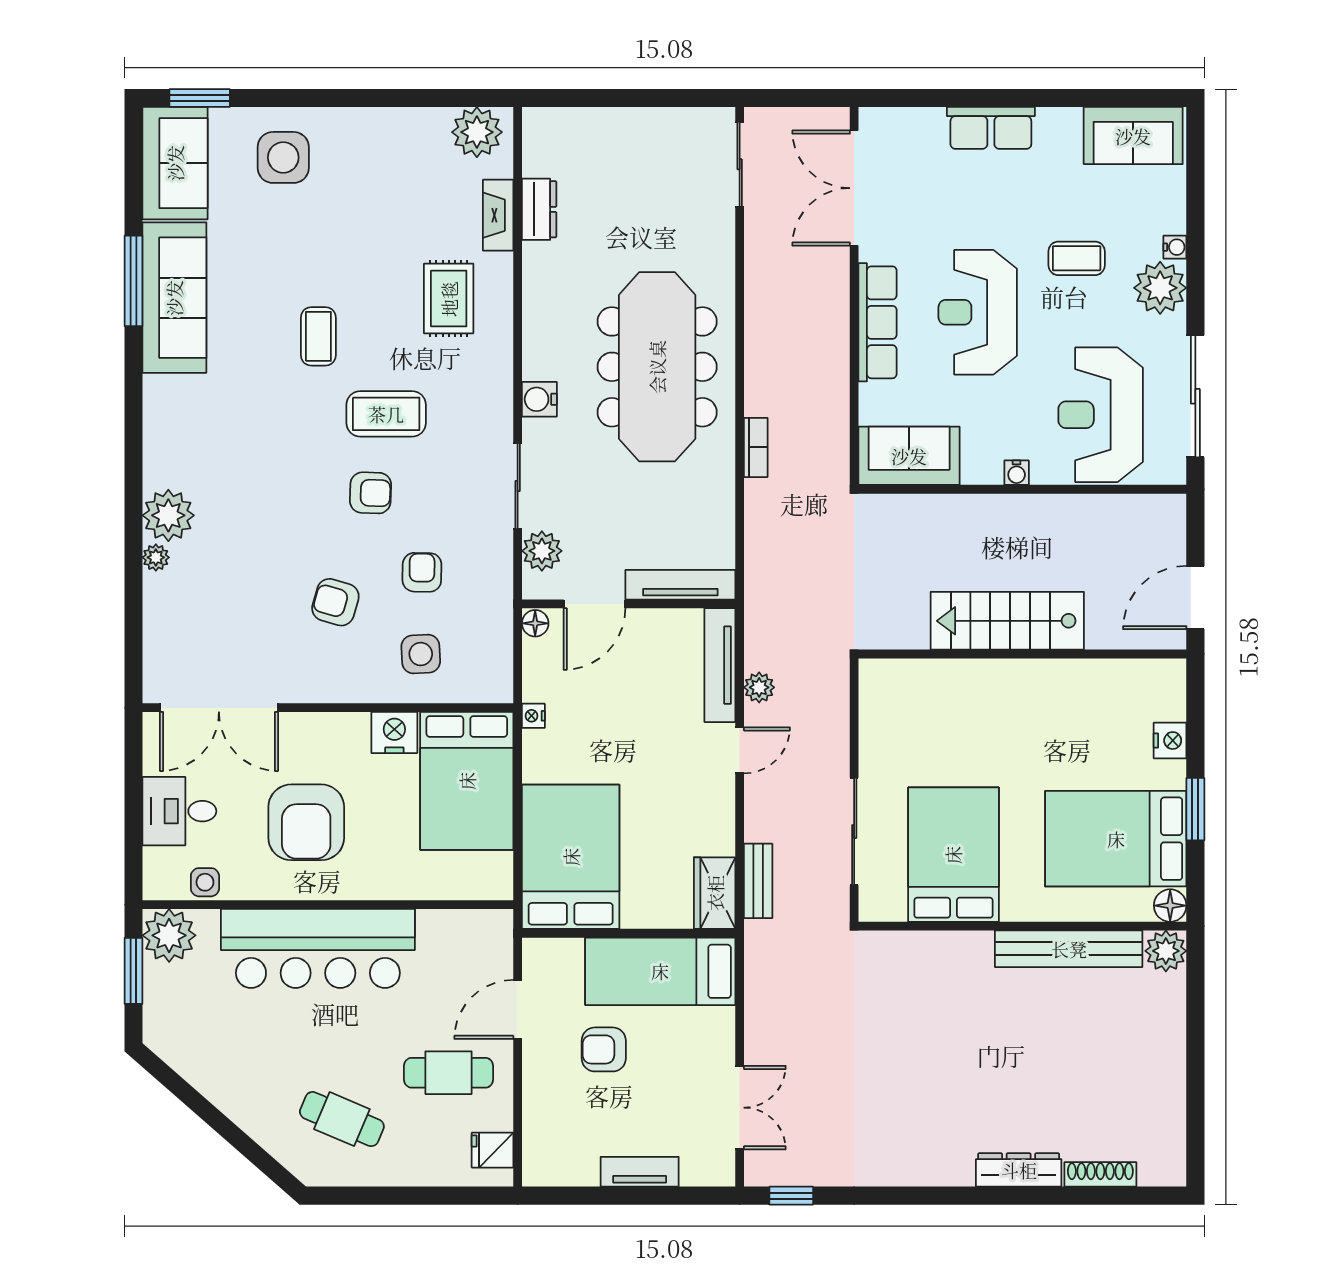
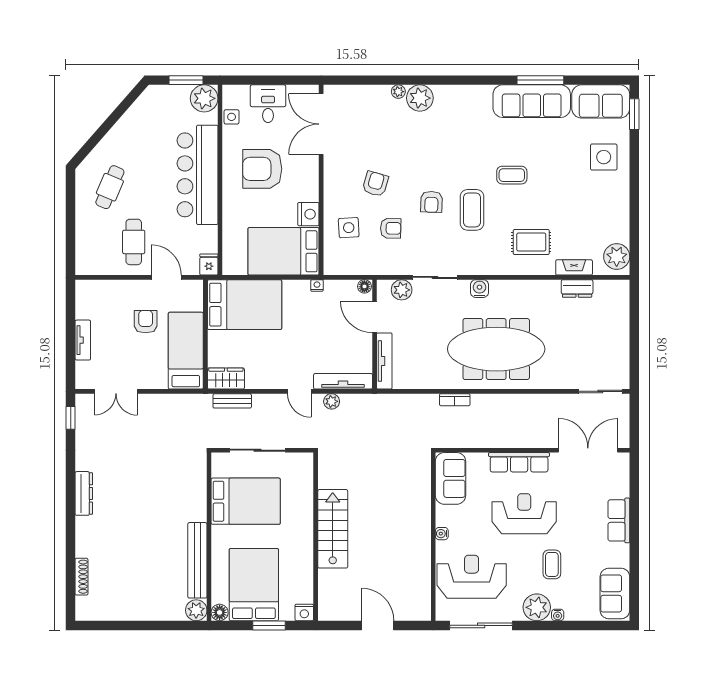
stairs: (1007, 621) -> (333, 529), moved
wall: (1022, 654) -> (316, 537), moved
fridge: (493, 1150) -> (209, 265), moved
dresser: (1019, 1170) -> (84, 493), moved

